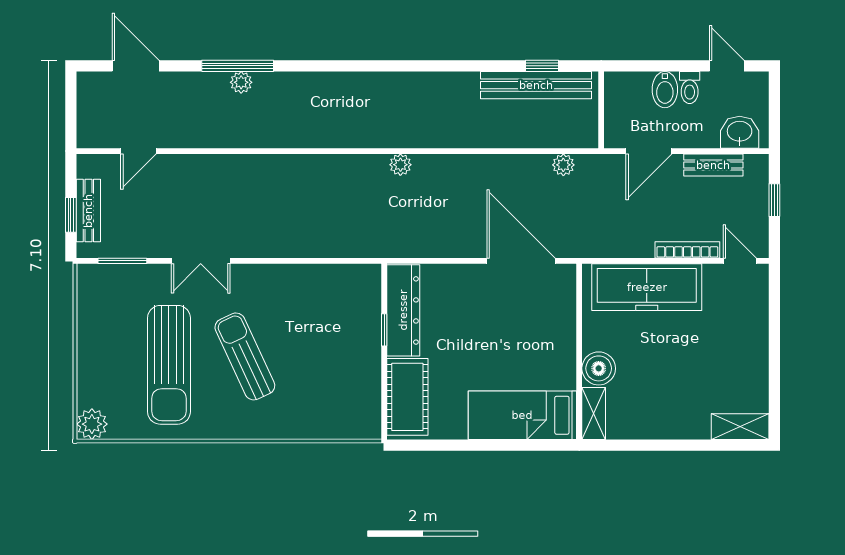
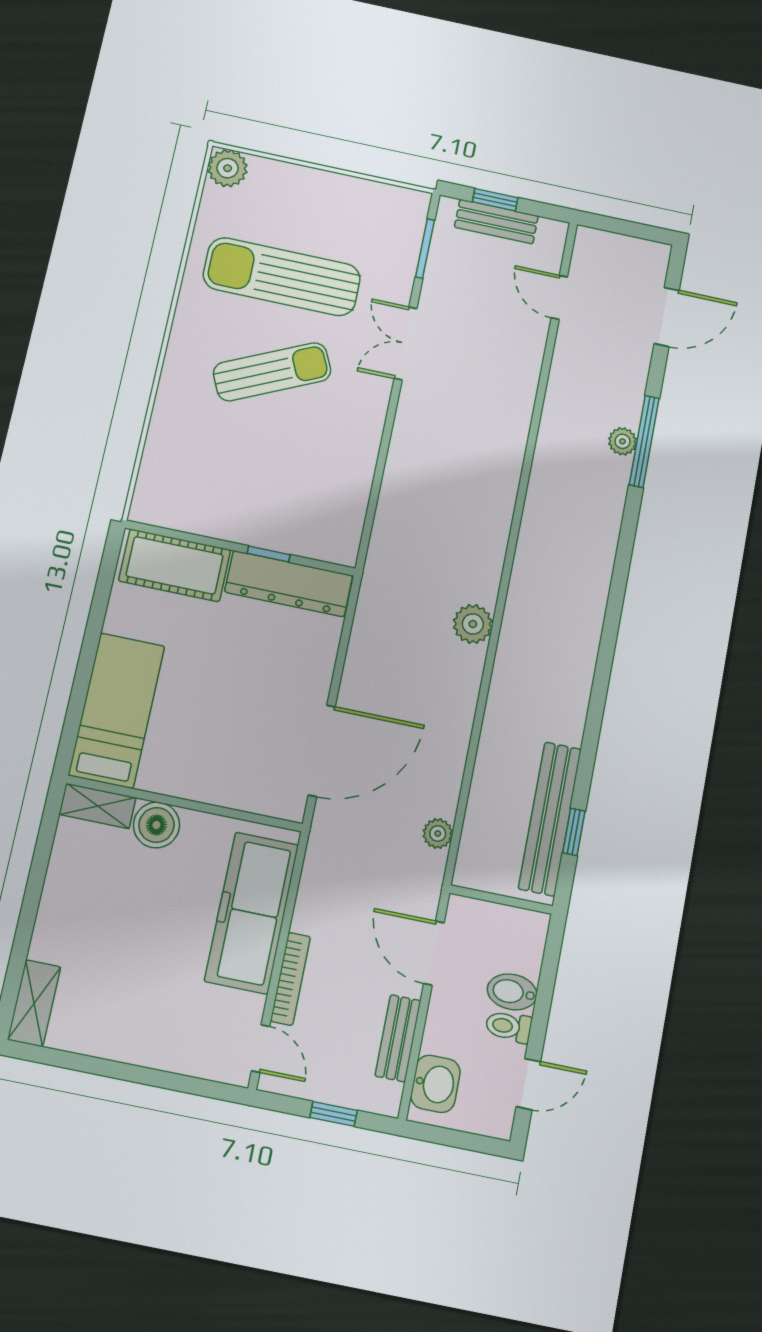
plant: (400, 165) -> (473, 624), width x1.38, depth x1.38
door: (740, 261) -> (261, 1049), hinge flipped

